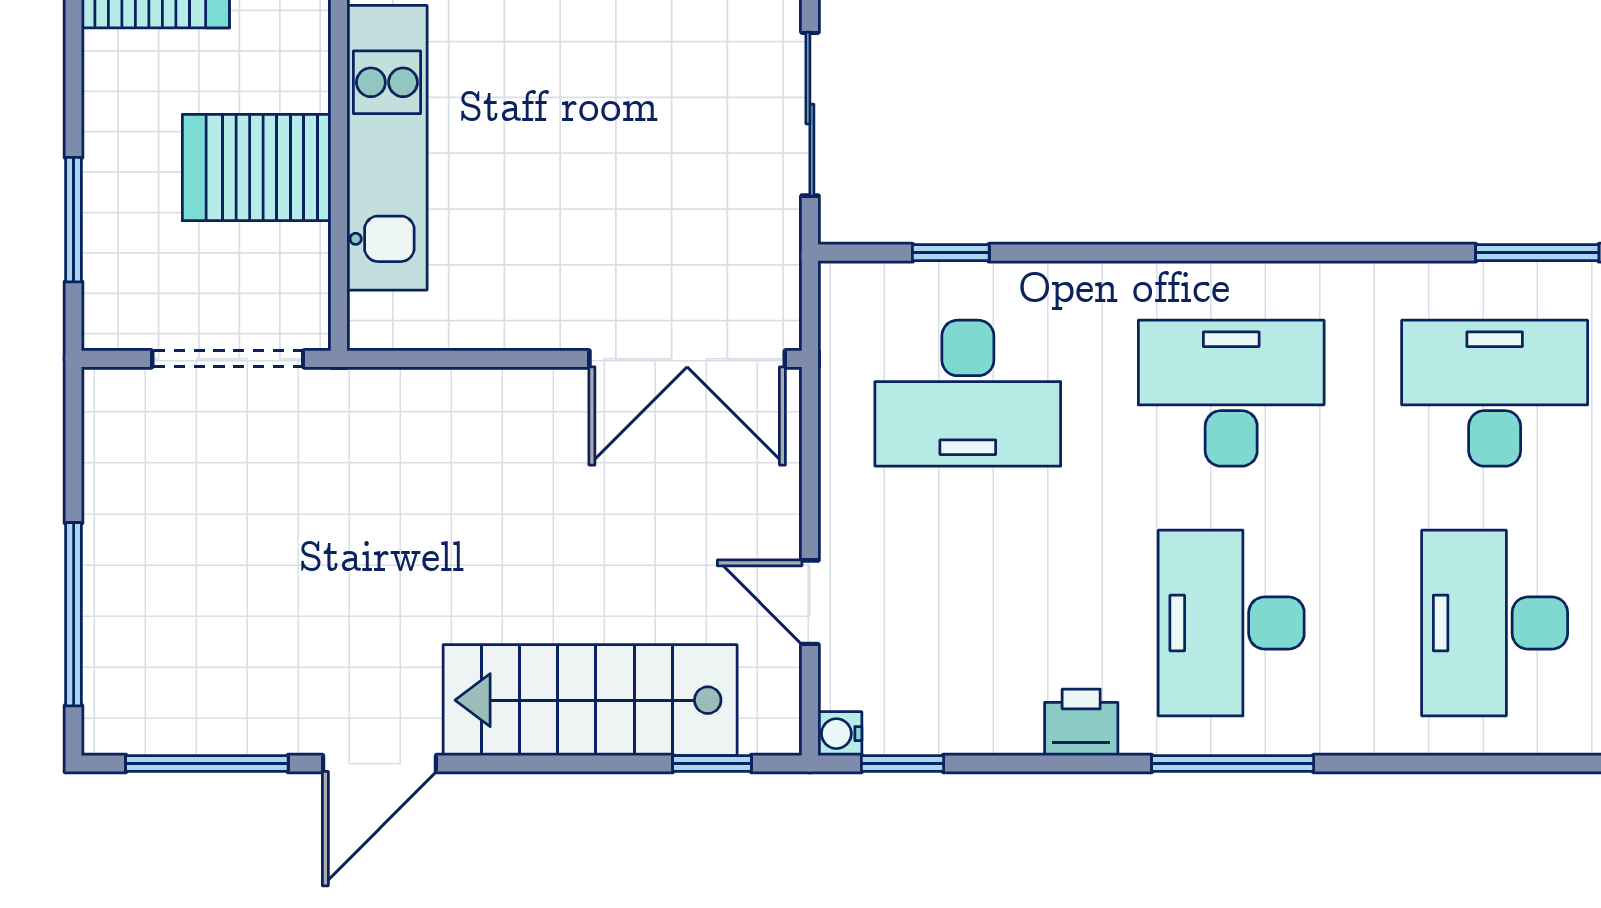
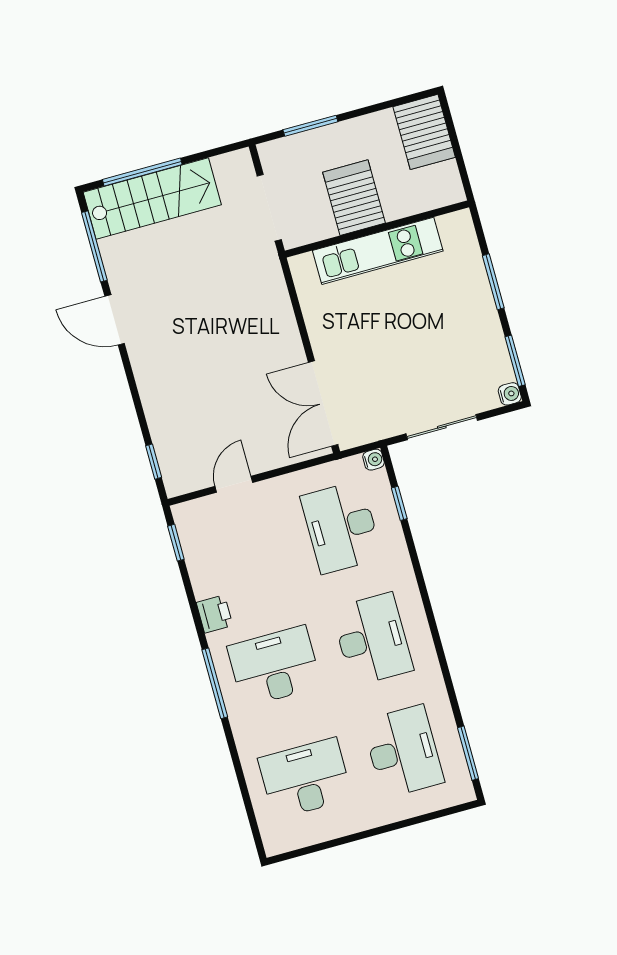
stairs: (590, 700) -> (152, 198), moved, turned 90
water cooler: (840, 734) -> (373, 460), moved, turned 90

